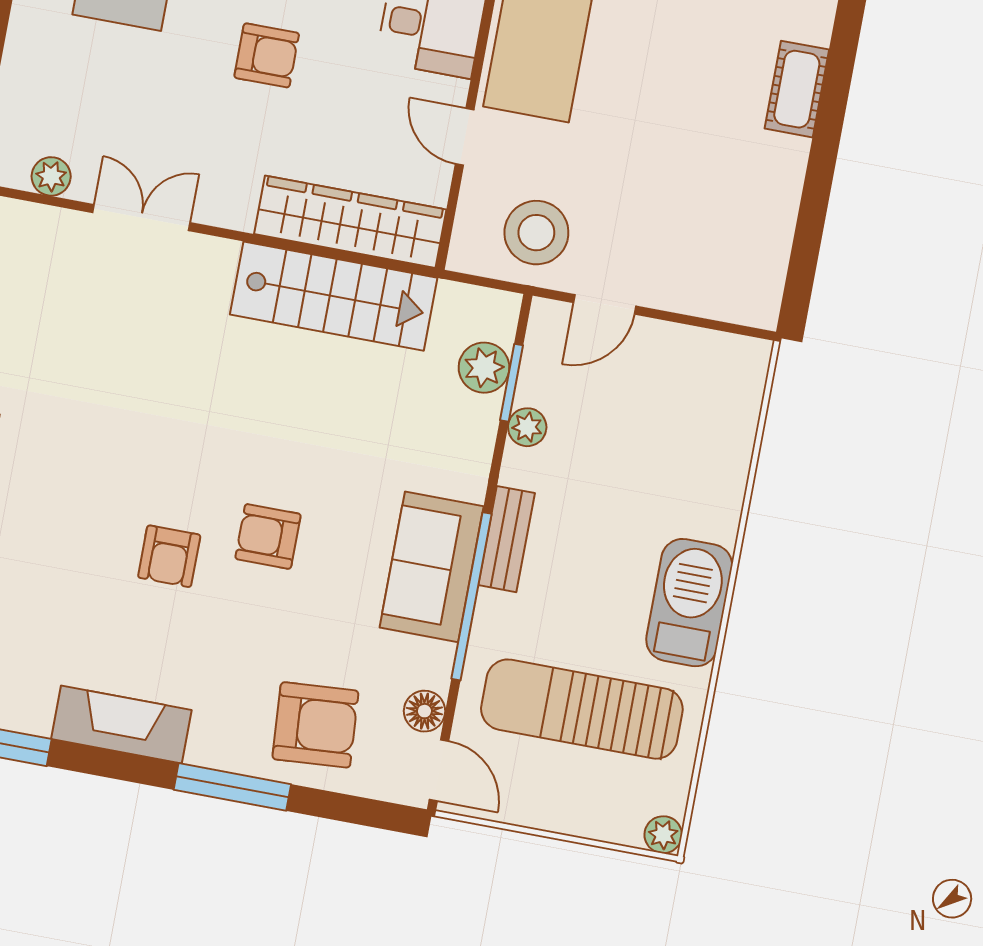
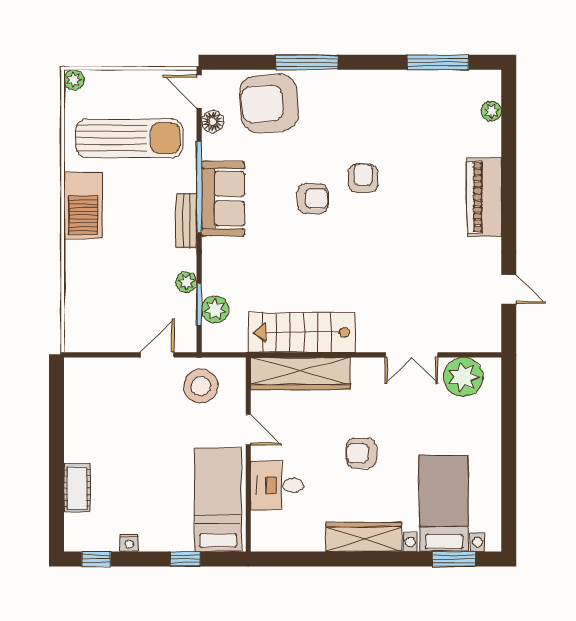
plant: (51, 176) -> (463, 377), width x1.88, depth x1.88
fireplace: (121, 724) -> (372, 84), removed
armchair: (315, 725) -> (269, 103), width x1.36, depth x1.36

